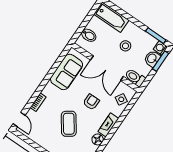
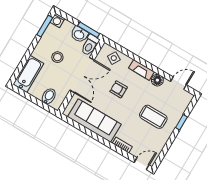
washbasin: (152, 59) -> (79, 34), moved
window: (161, 61) -> (89, 30), moved
sofa: (67, 72) -> (94, 121), width x1.36
coffee table: (69, 124) -> (153, 117), moved, turned 35

